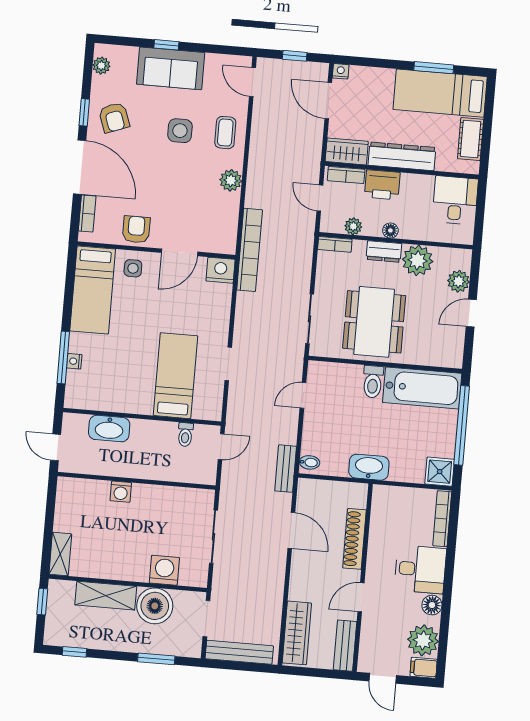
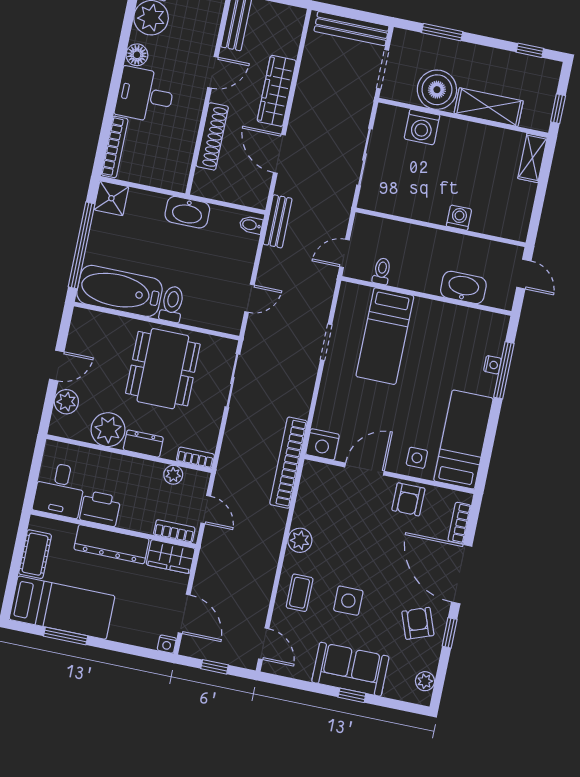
printer: (382, 185) -> (100, 508), moved
floor lamp: (390, 230) -> (134, 465), removed
wardrobe: (297, 633) -> (277, 91), moved

